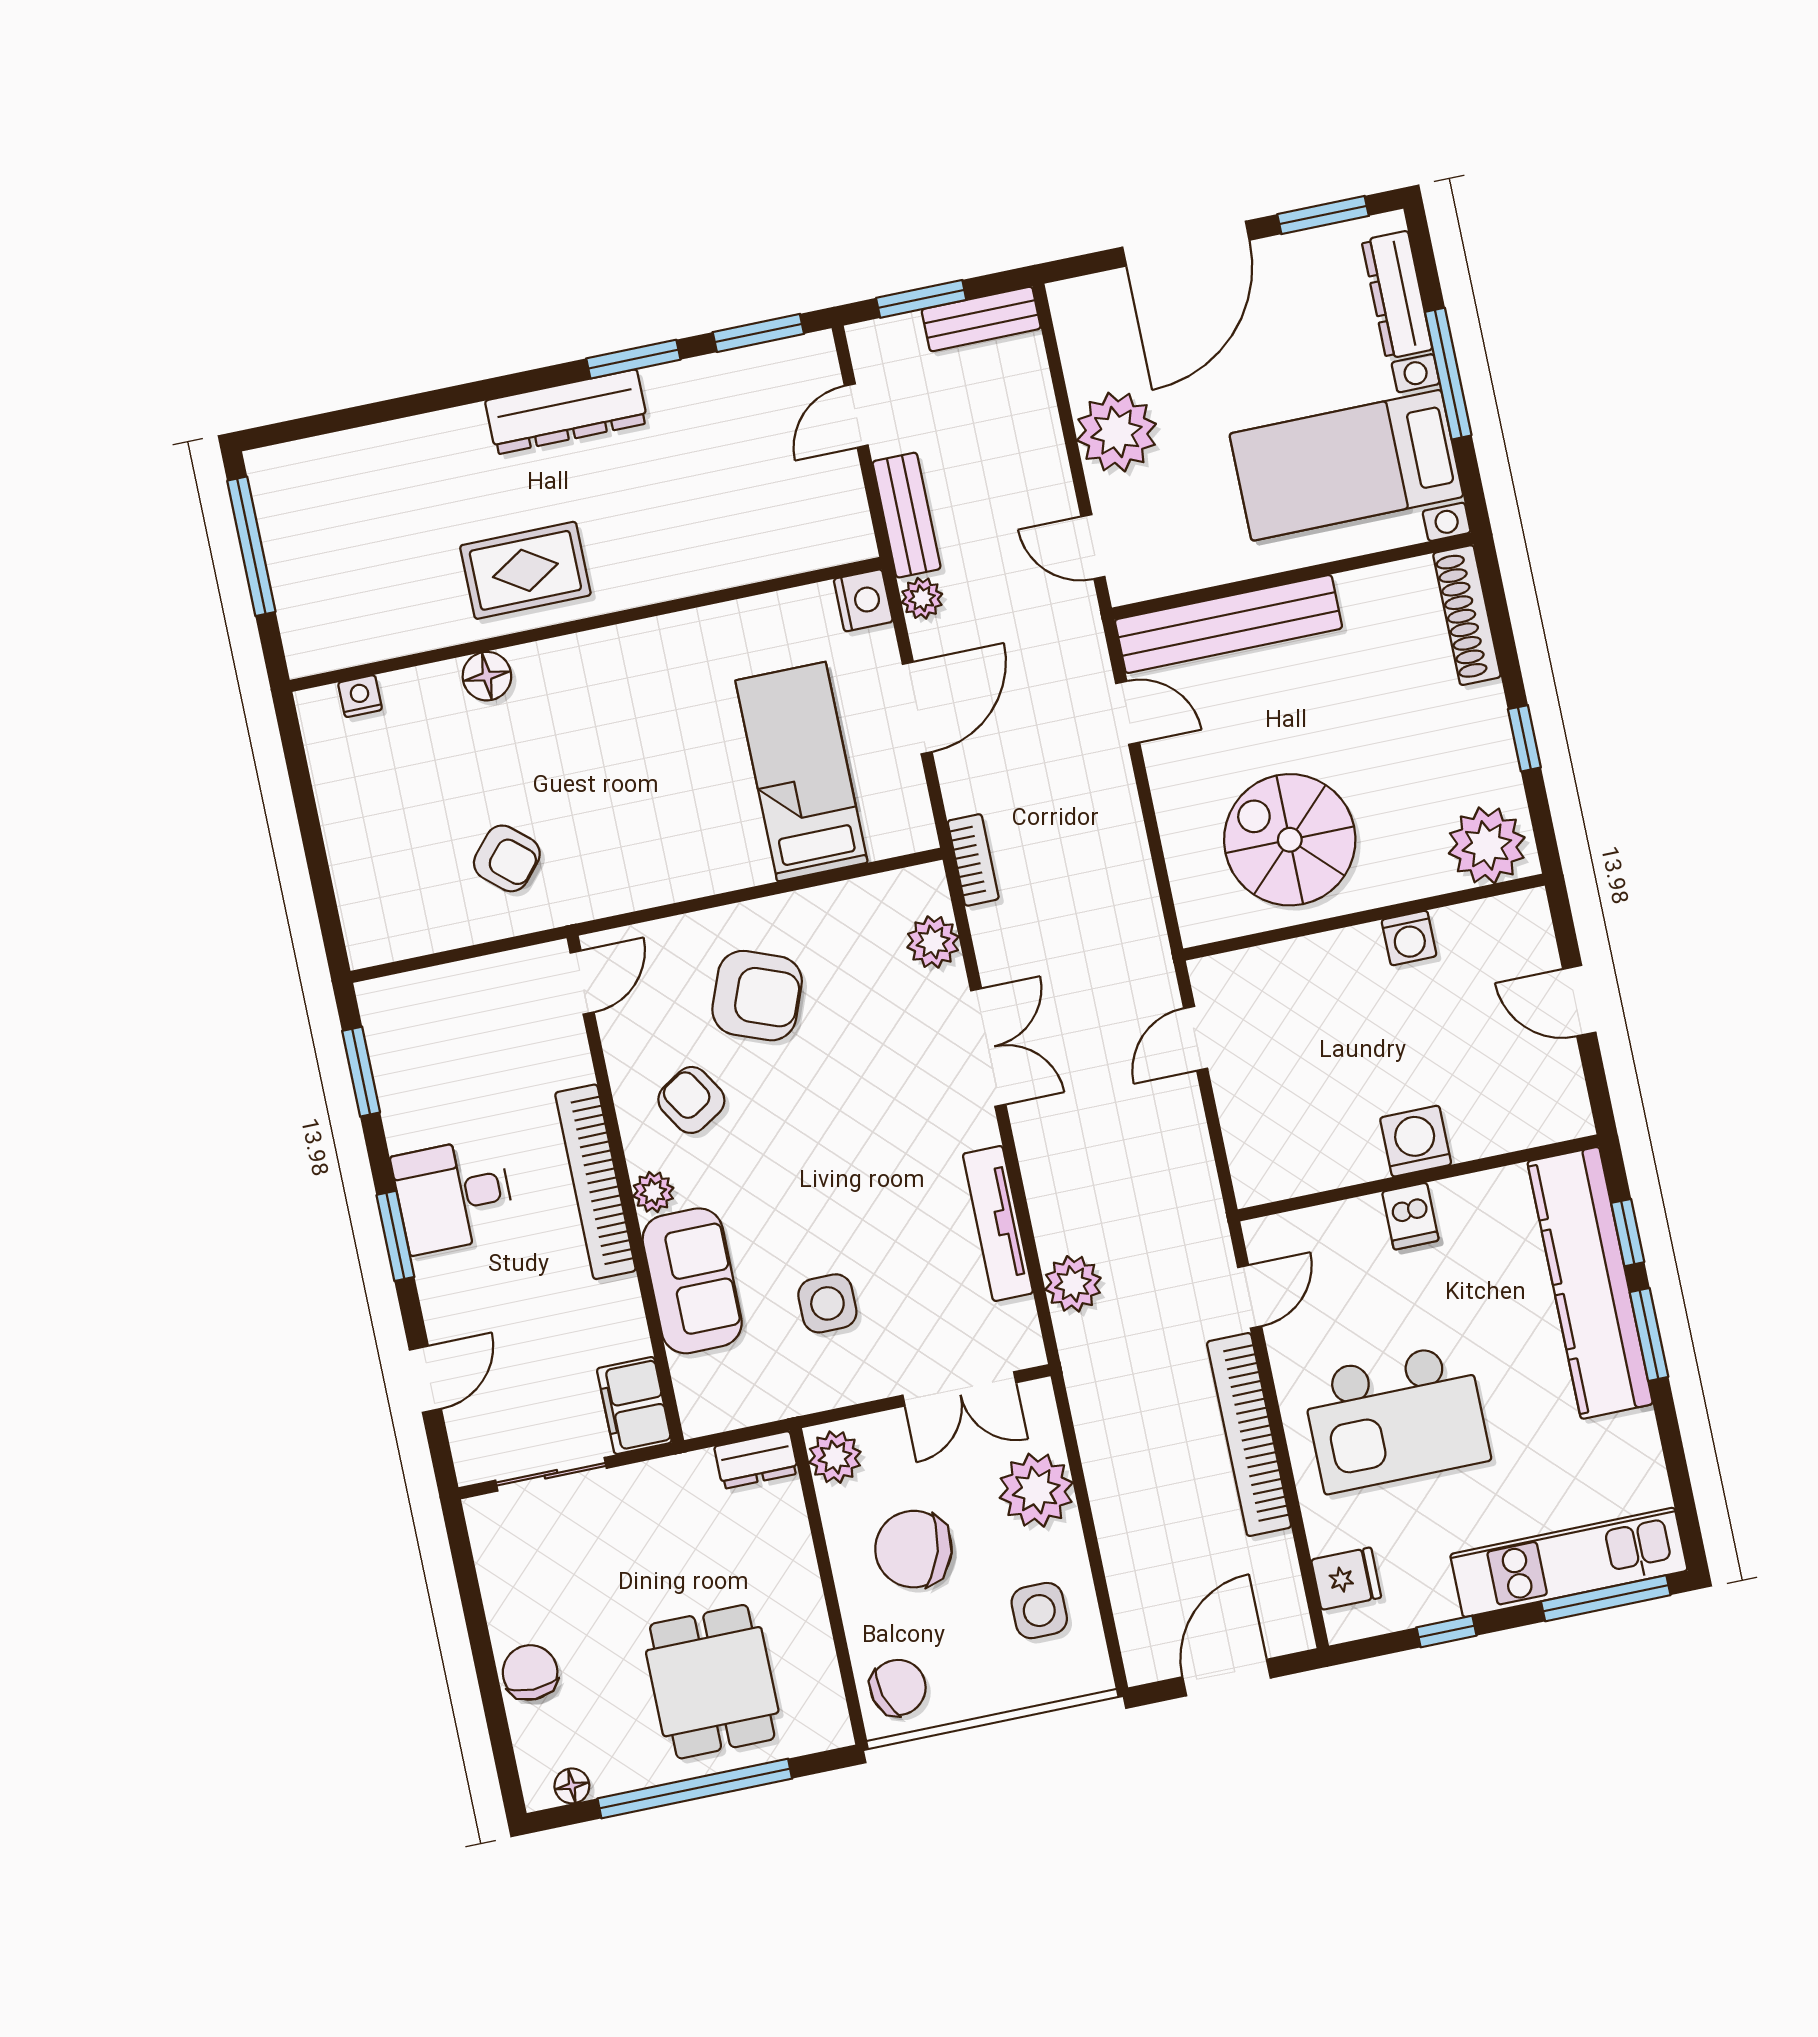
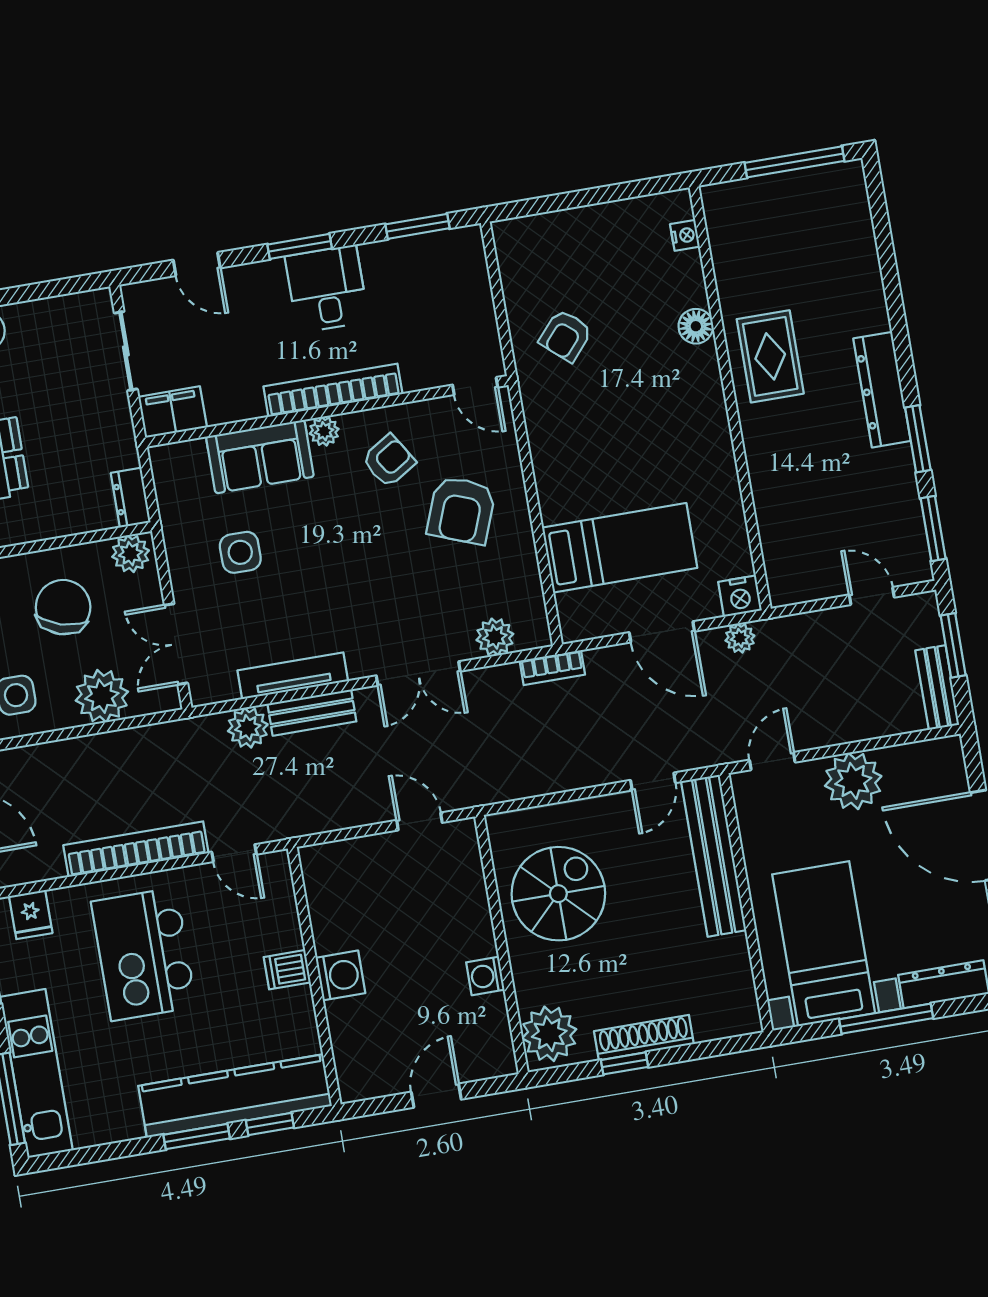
bench: (907, 515) -> (312, 713), moved
shoe rack: (1467, 615) -> (644, 1038), moved

